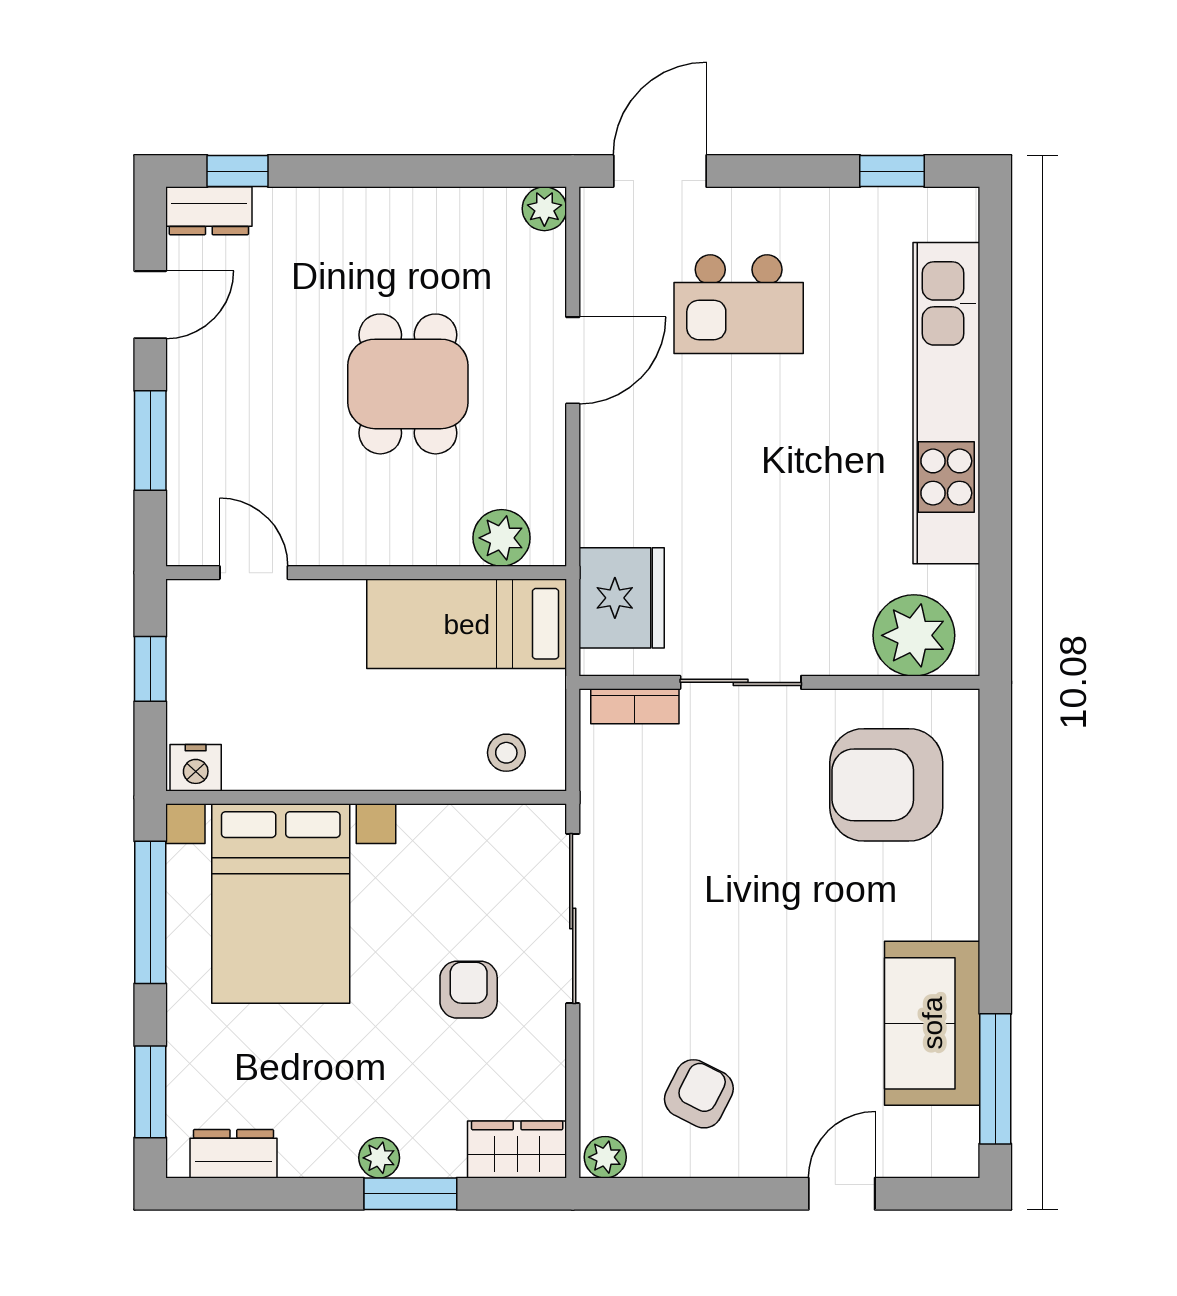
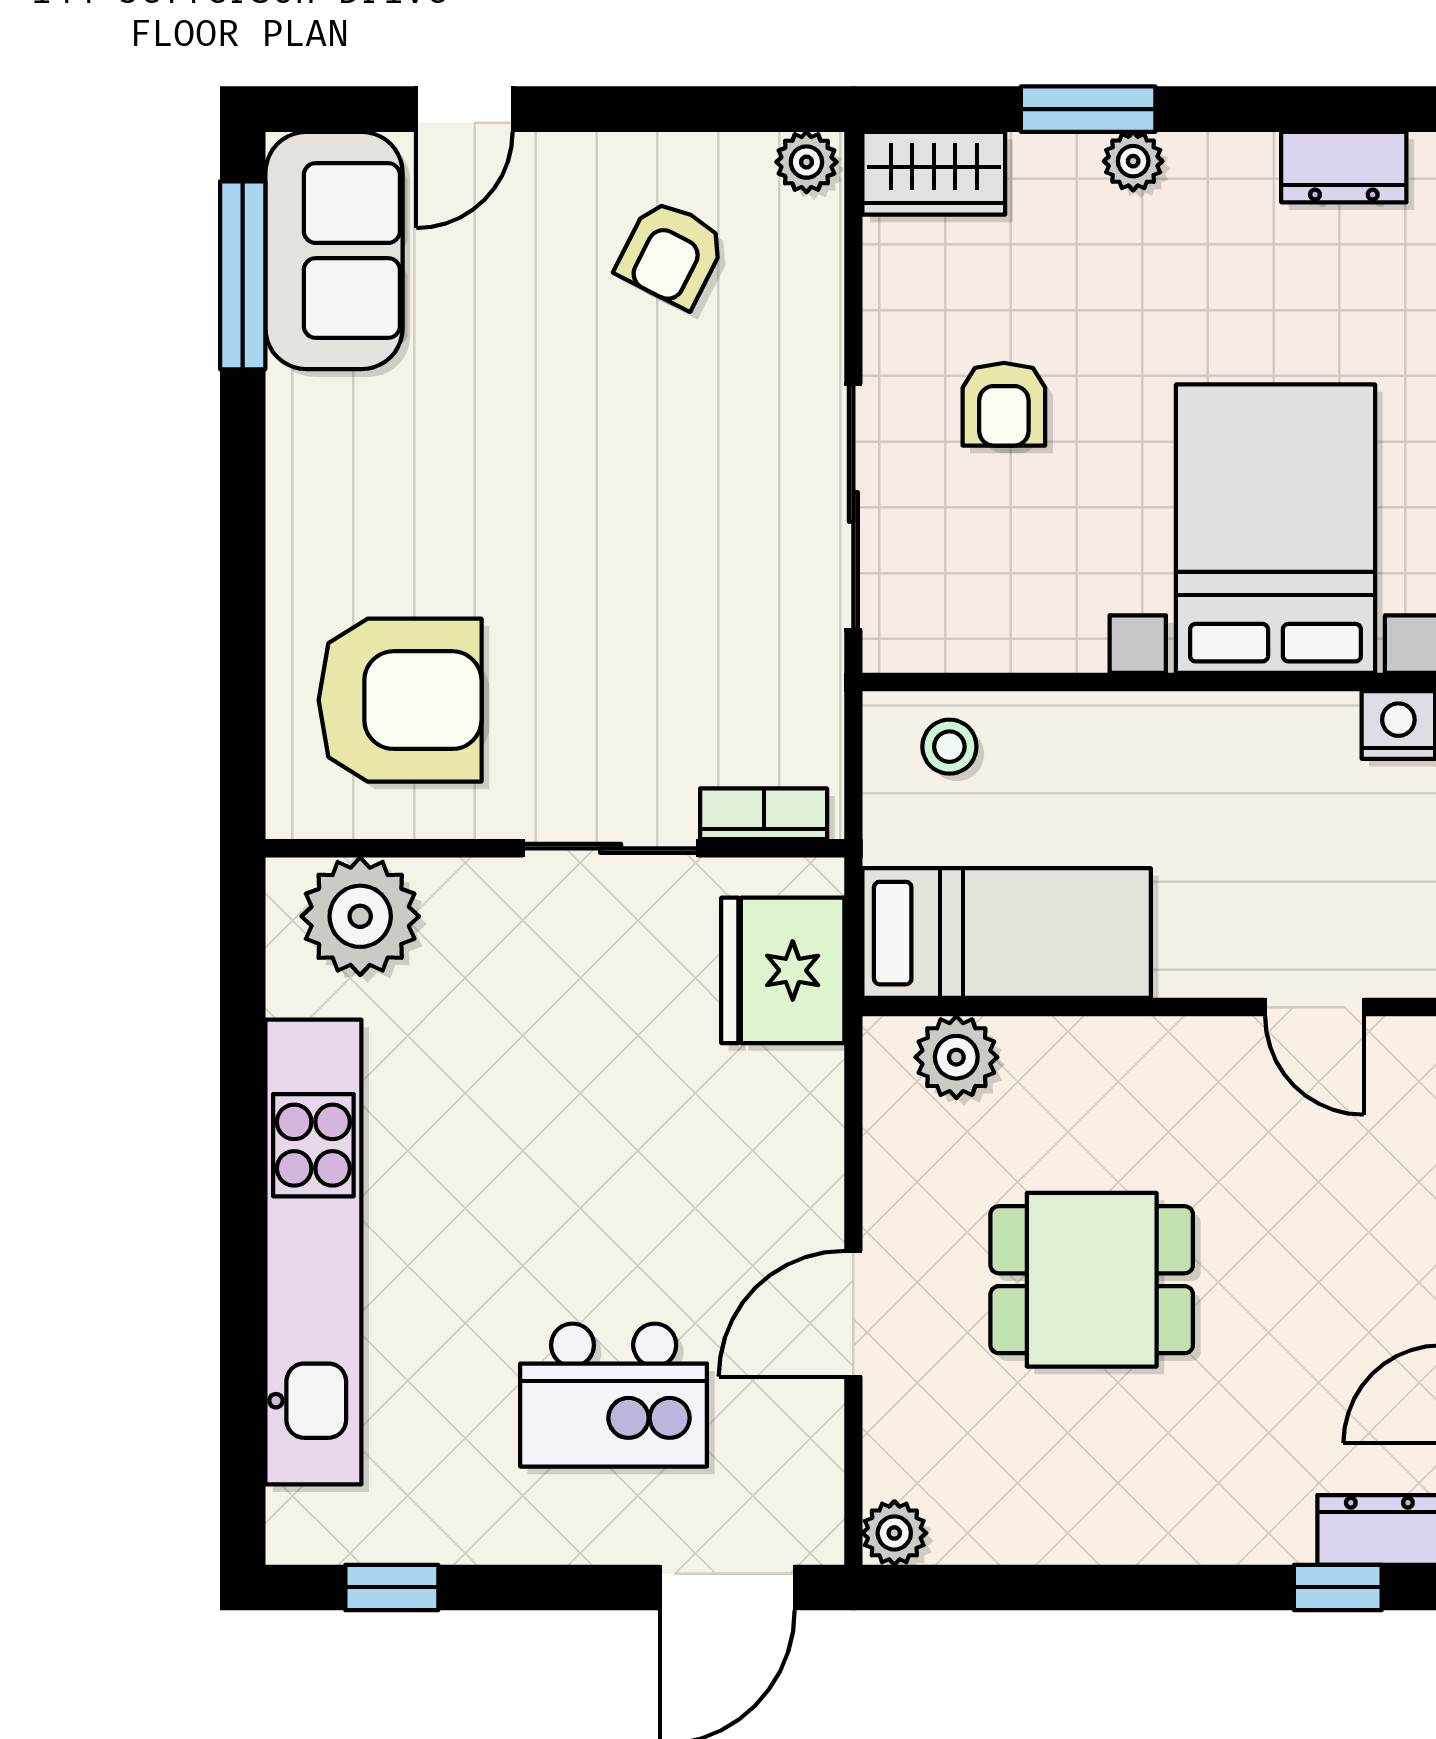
kitchen island: (739, 304) -> (614, 1395), turned 180
dining table: (408, 384) -> (1092, 1280), turned 90
sofa: (932, 1023) -> (334, 251), moved

